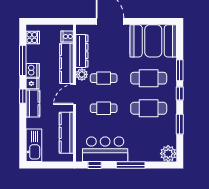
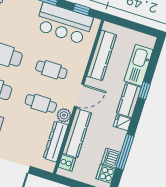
dishwasher: (33, 70) -> (111, 158), moved
window: (23, 96) -> (144, 90), moved
kitchen sink: (34, 145) -> (139, 65), moved

